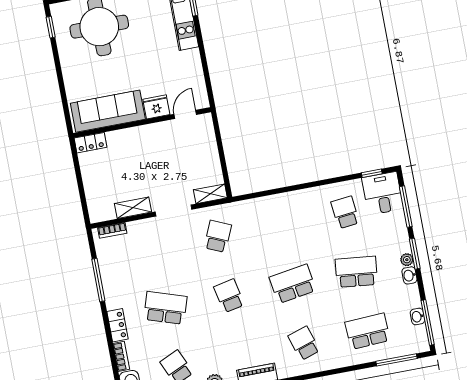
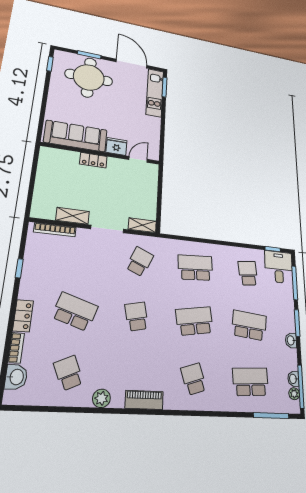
locker: (91, 143) -> (93, 160), moved
school desk: (281, 224) -> (195, 268), added
bookcase: (112, 230) -> (55, 230), width x1.56
plant: (407, 260) -> (294, 394), moved
window: (98, 280) -> (19, 268), width x0.46

